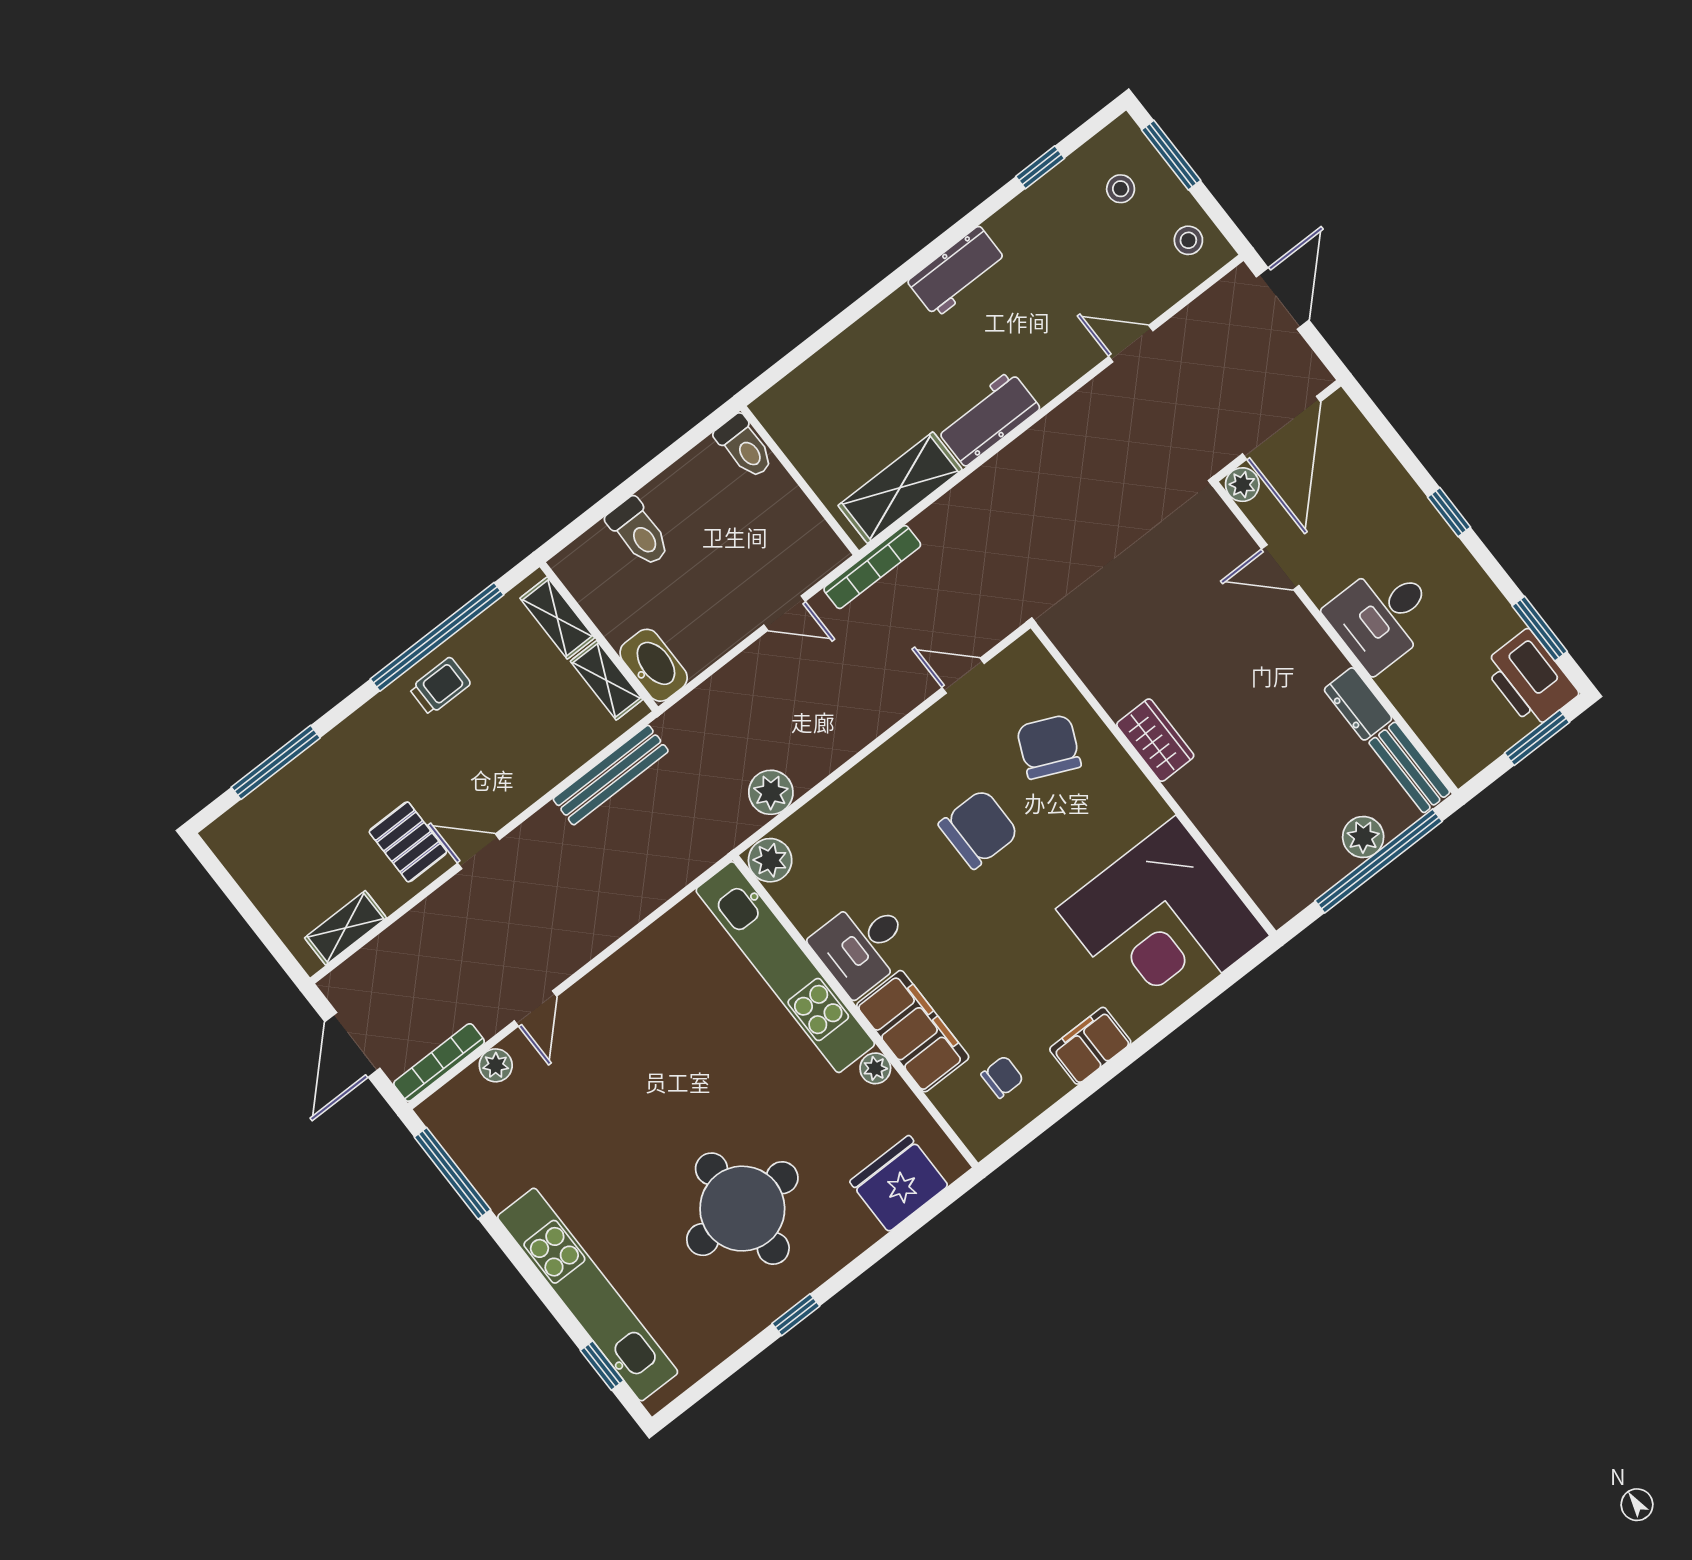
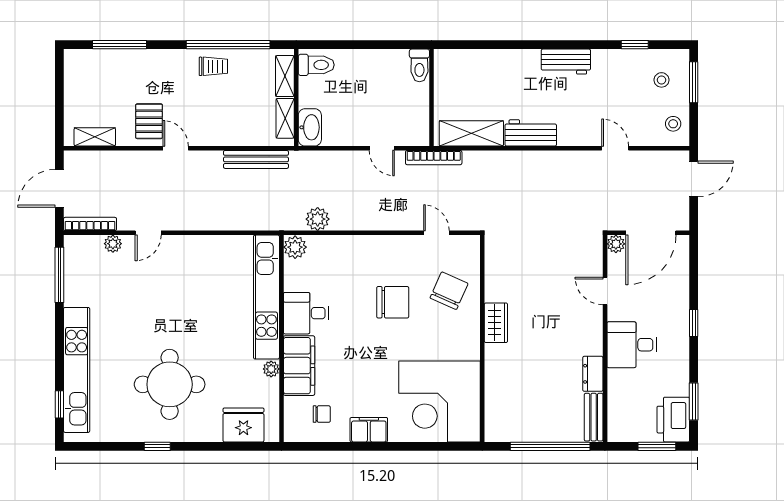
toilet: (639, 532) -> (316, 65), moved, turned -90
plant: (1363, 837) -> (552, 431), removed

